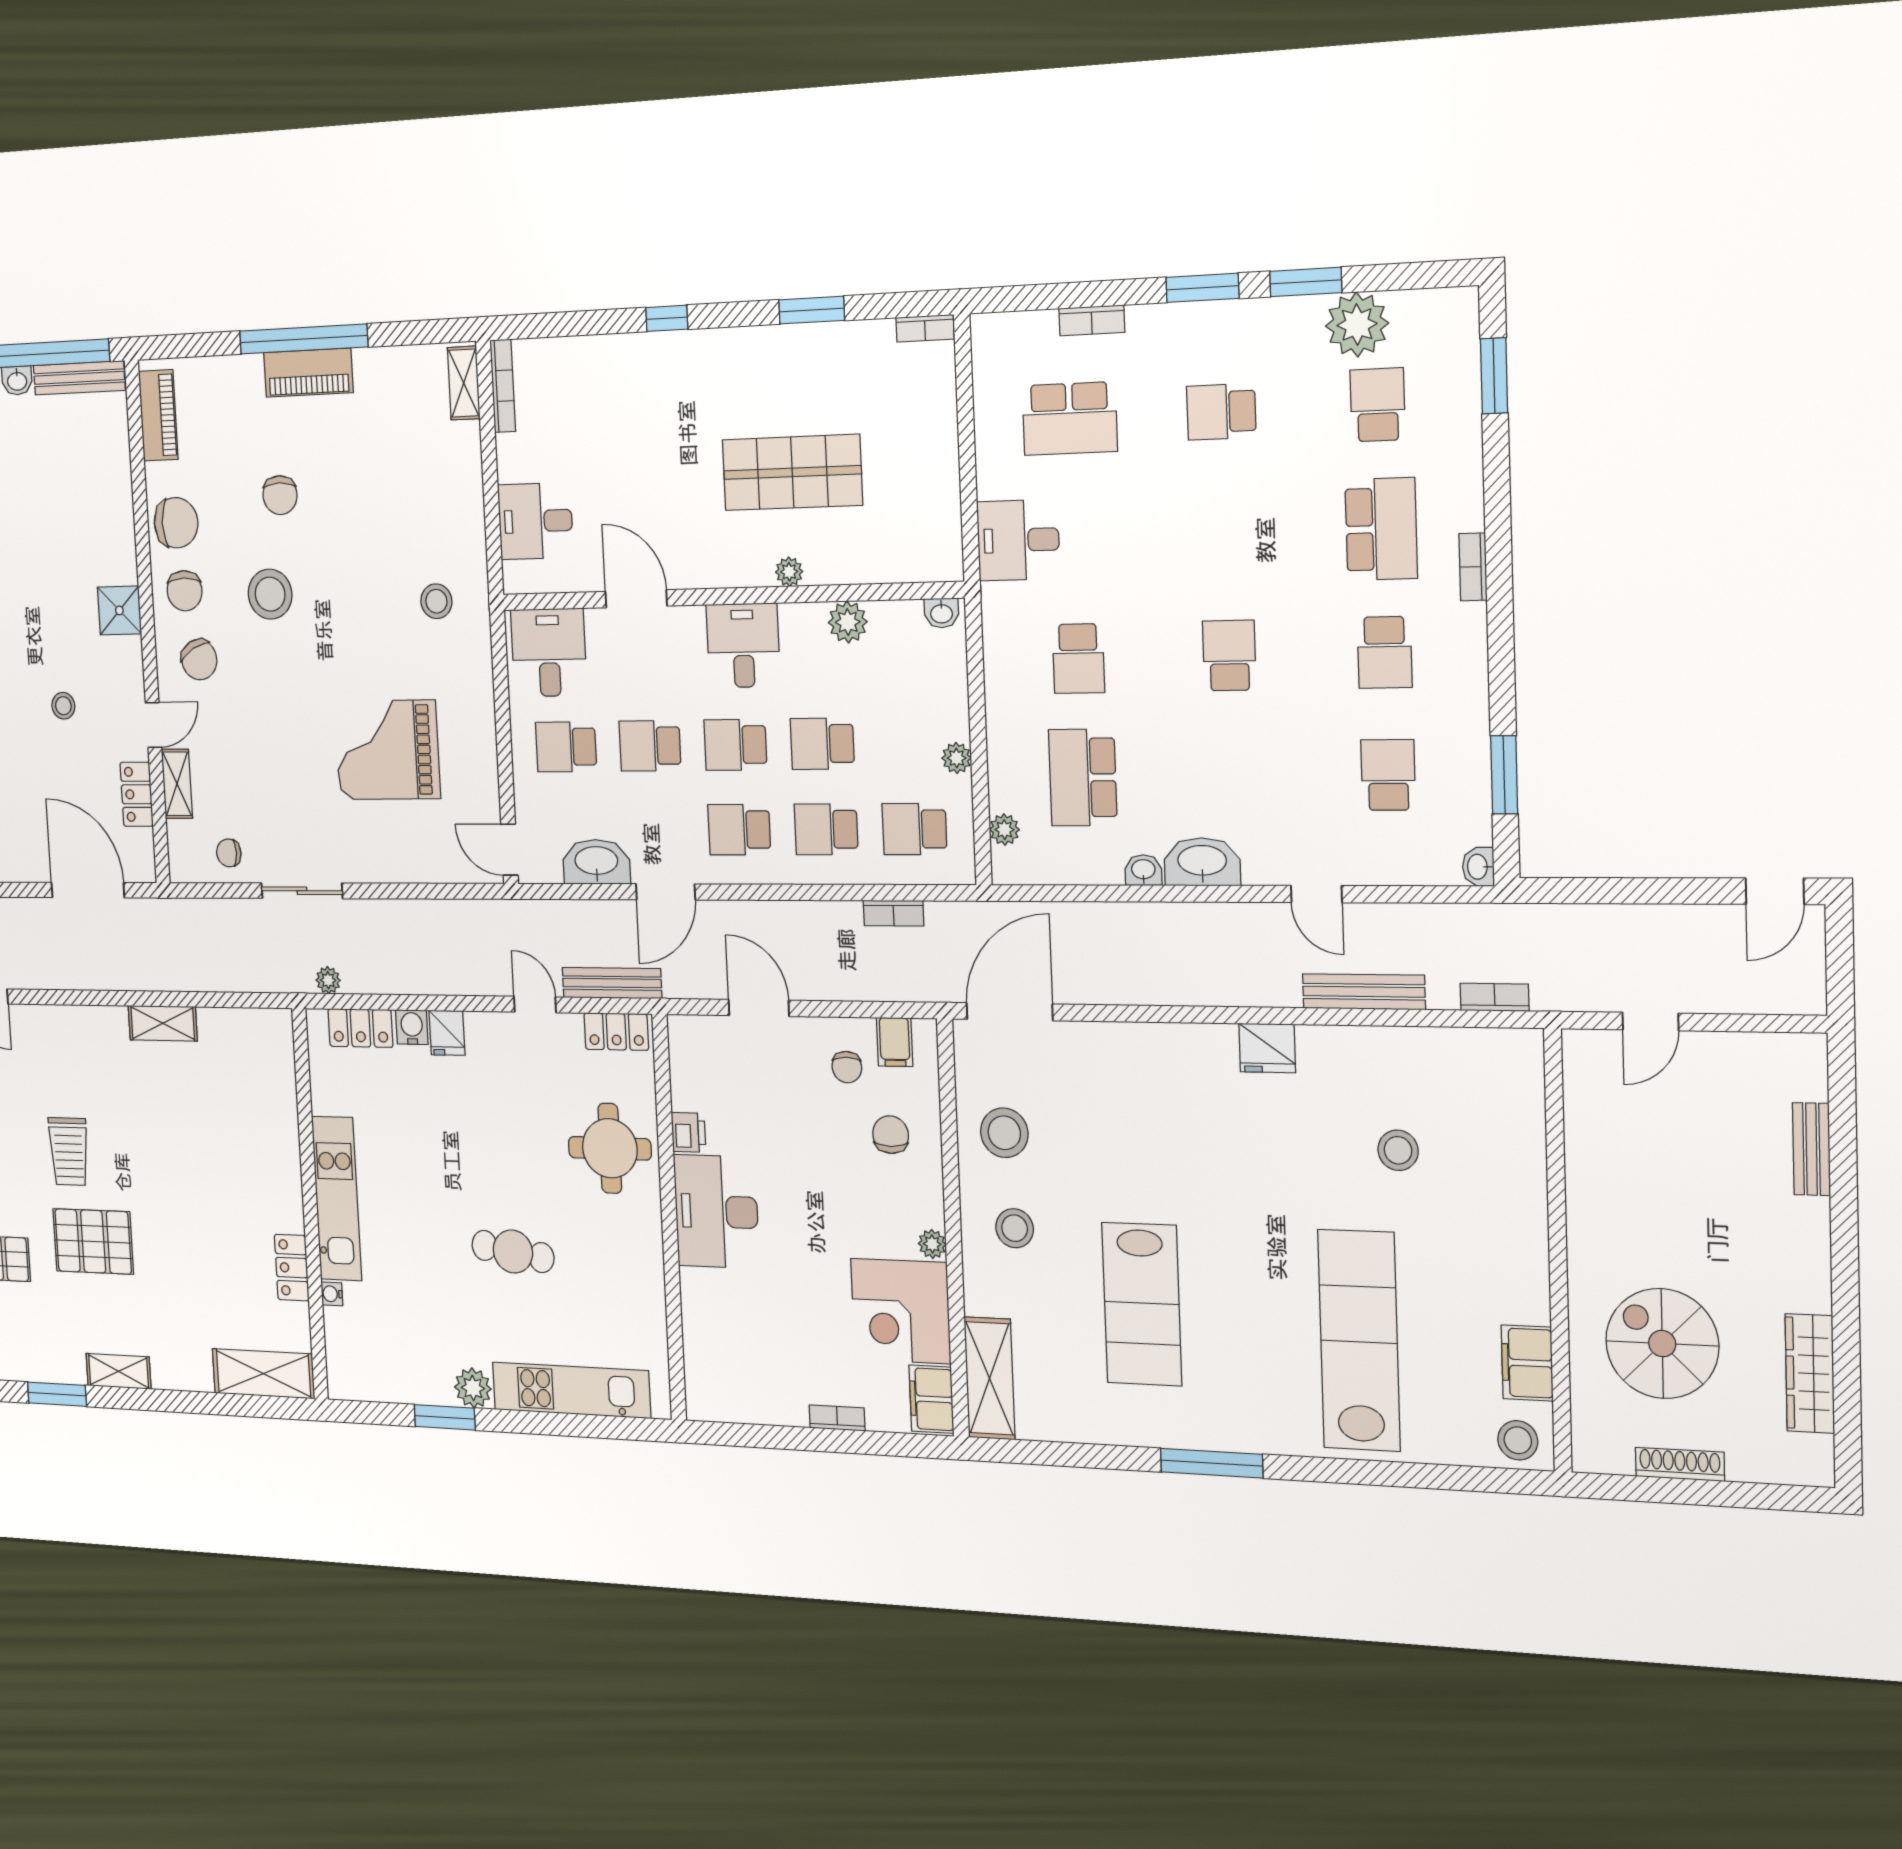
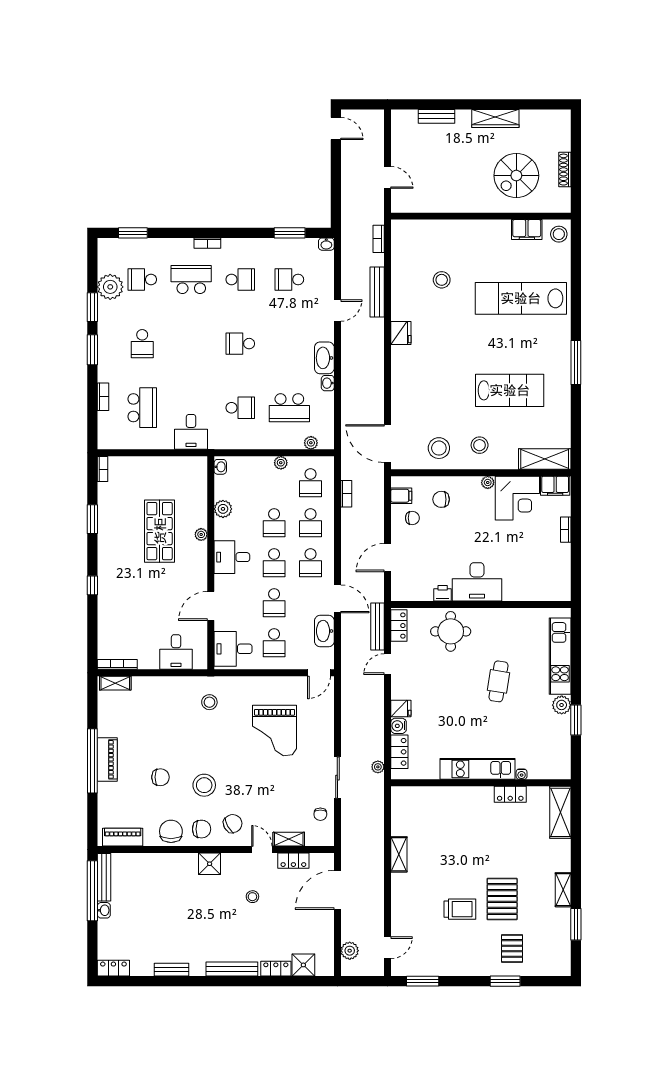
wardrobe: (1810, 1373) -> (495, 118), moved

